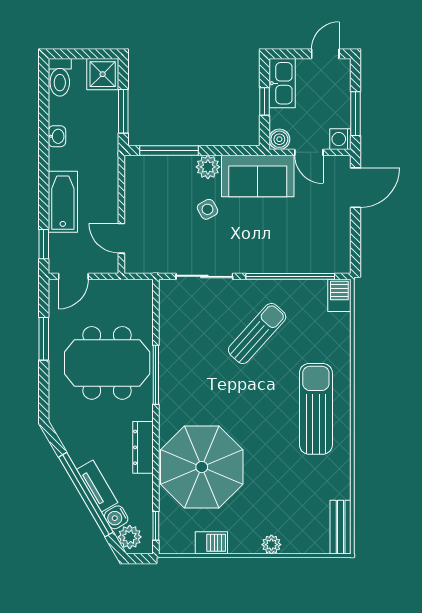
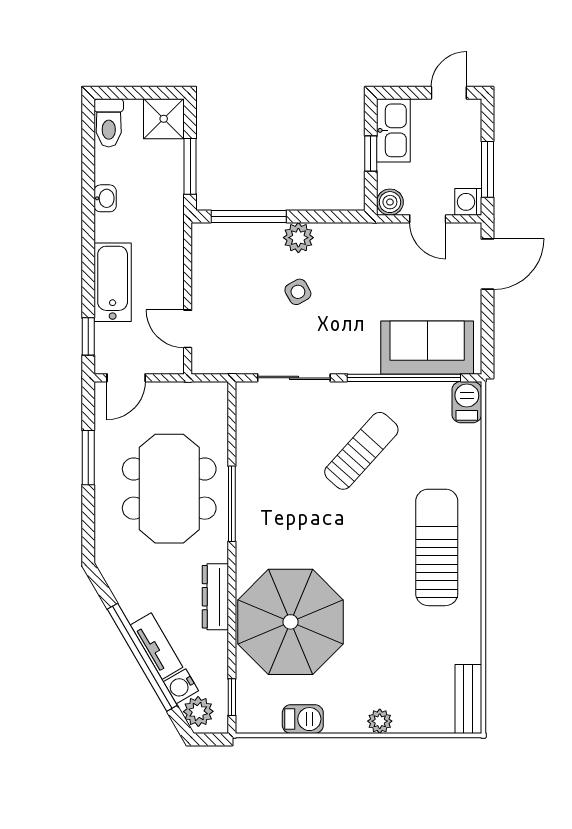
sofa: (258, 176) -> (427, 348), moved, turned 180
meeting table: (107, 363) -> (169, 489), turned 90

